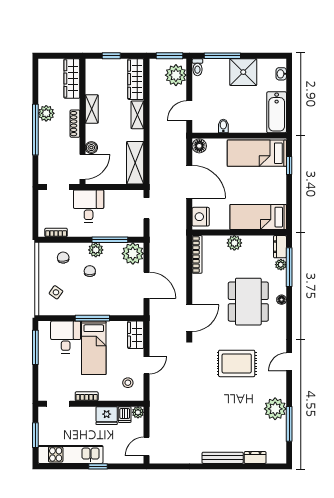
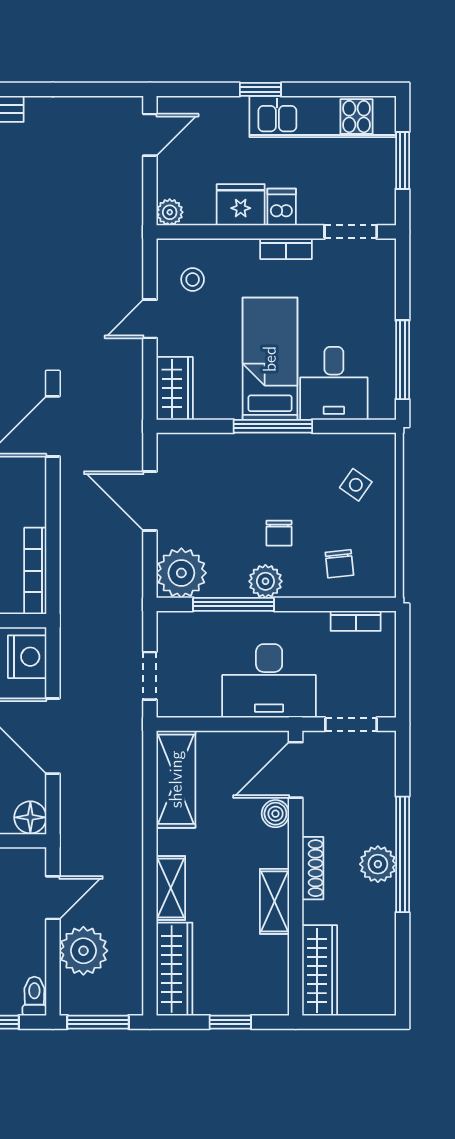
plant: (176, 75) -> (83, 951), moved
plant: (46, 113) -> (378, 864), moved
desk: (89, 206) -> (269, 681), width x1.37
dishwasher: (125, 415) -> (282, 207), moved

